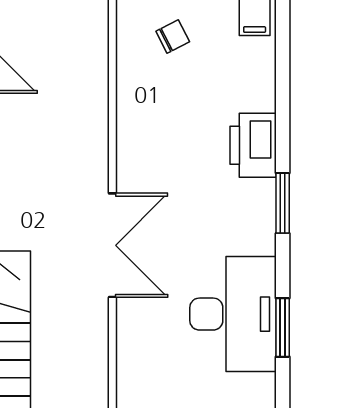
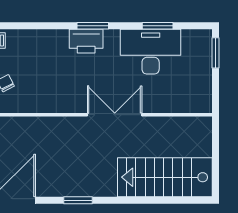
printer: (253, 145) -> (86, 41), moved

